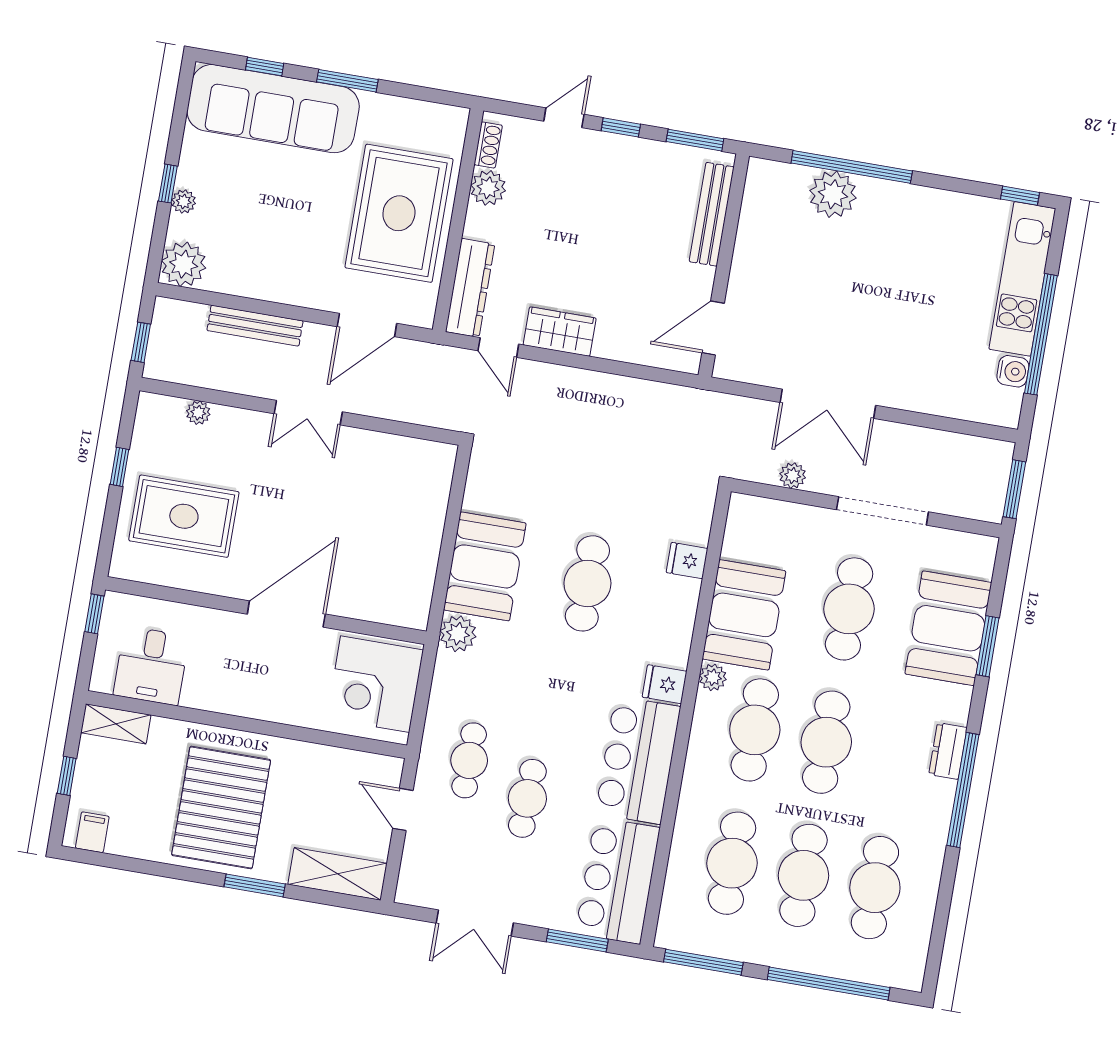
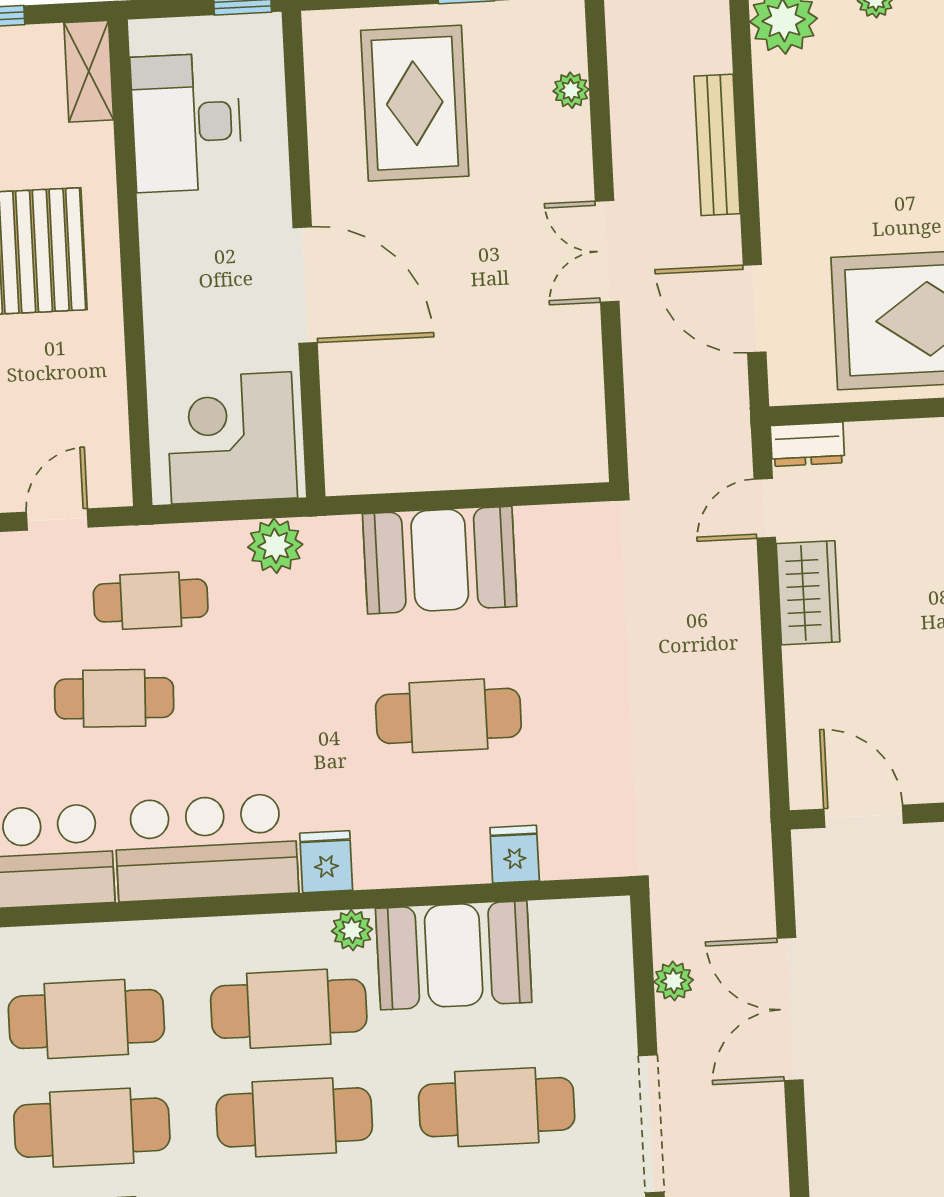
dresser: (470, 288) -> (808, 444), width x0.51, depth x0.80
plant: (458, 634) -> (275, 546), moved
desk: (151, 666) -> (186, 123), width x1.37

